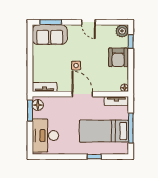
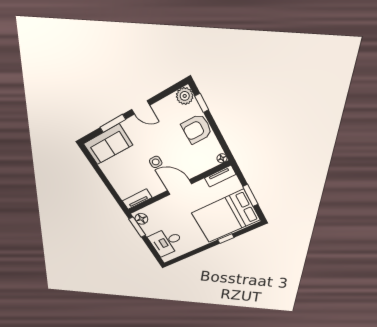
window: (51, 22) -> (113, 123), moved
armchair: (118, 57) -> (197, 129), turned 90
window: (131, 128) -> (250, 195), width x0.69
bed: (104, 131) -> (226, 216), width x1.50
desk: (45, 136) -> (166, 242), width x0.73

